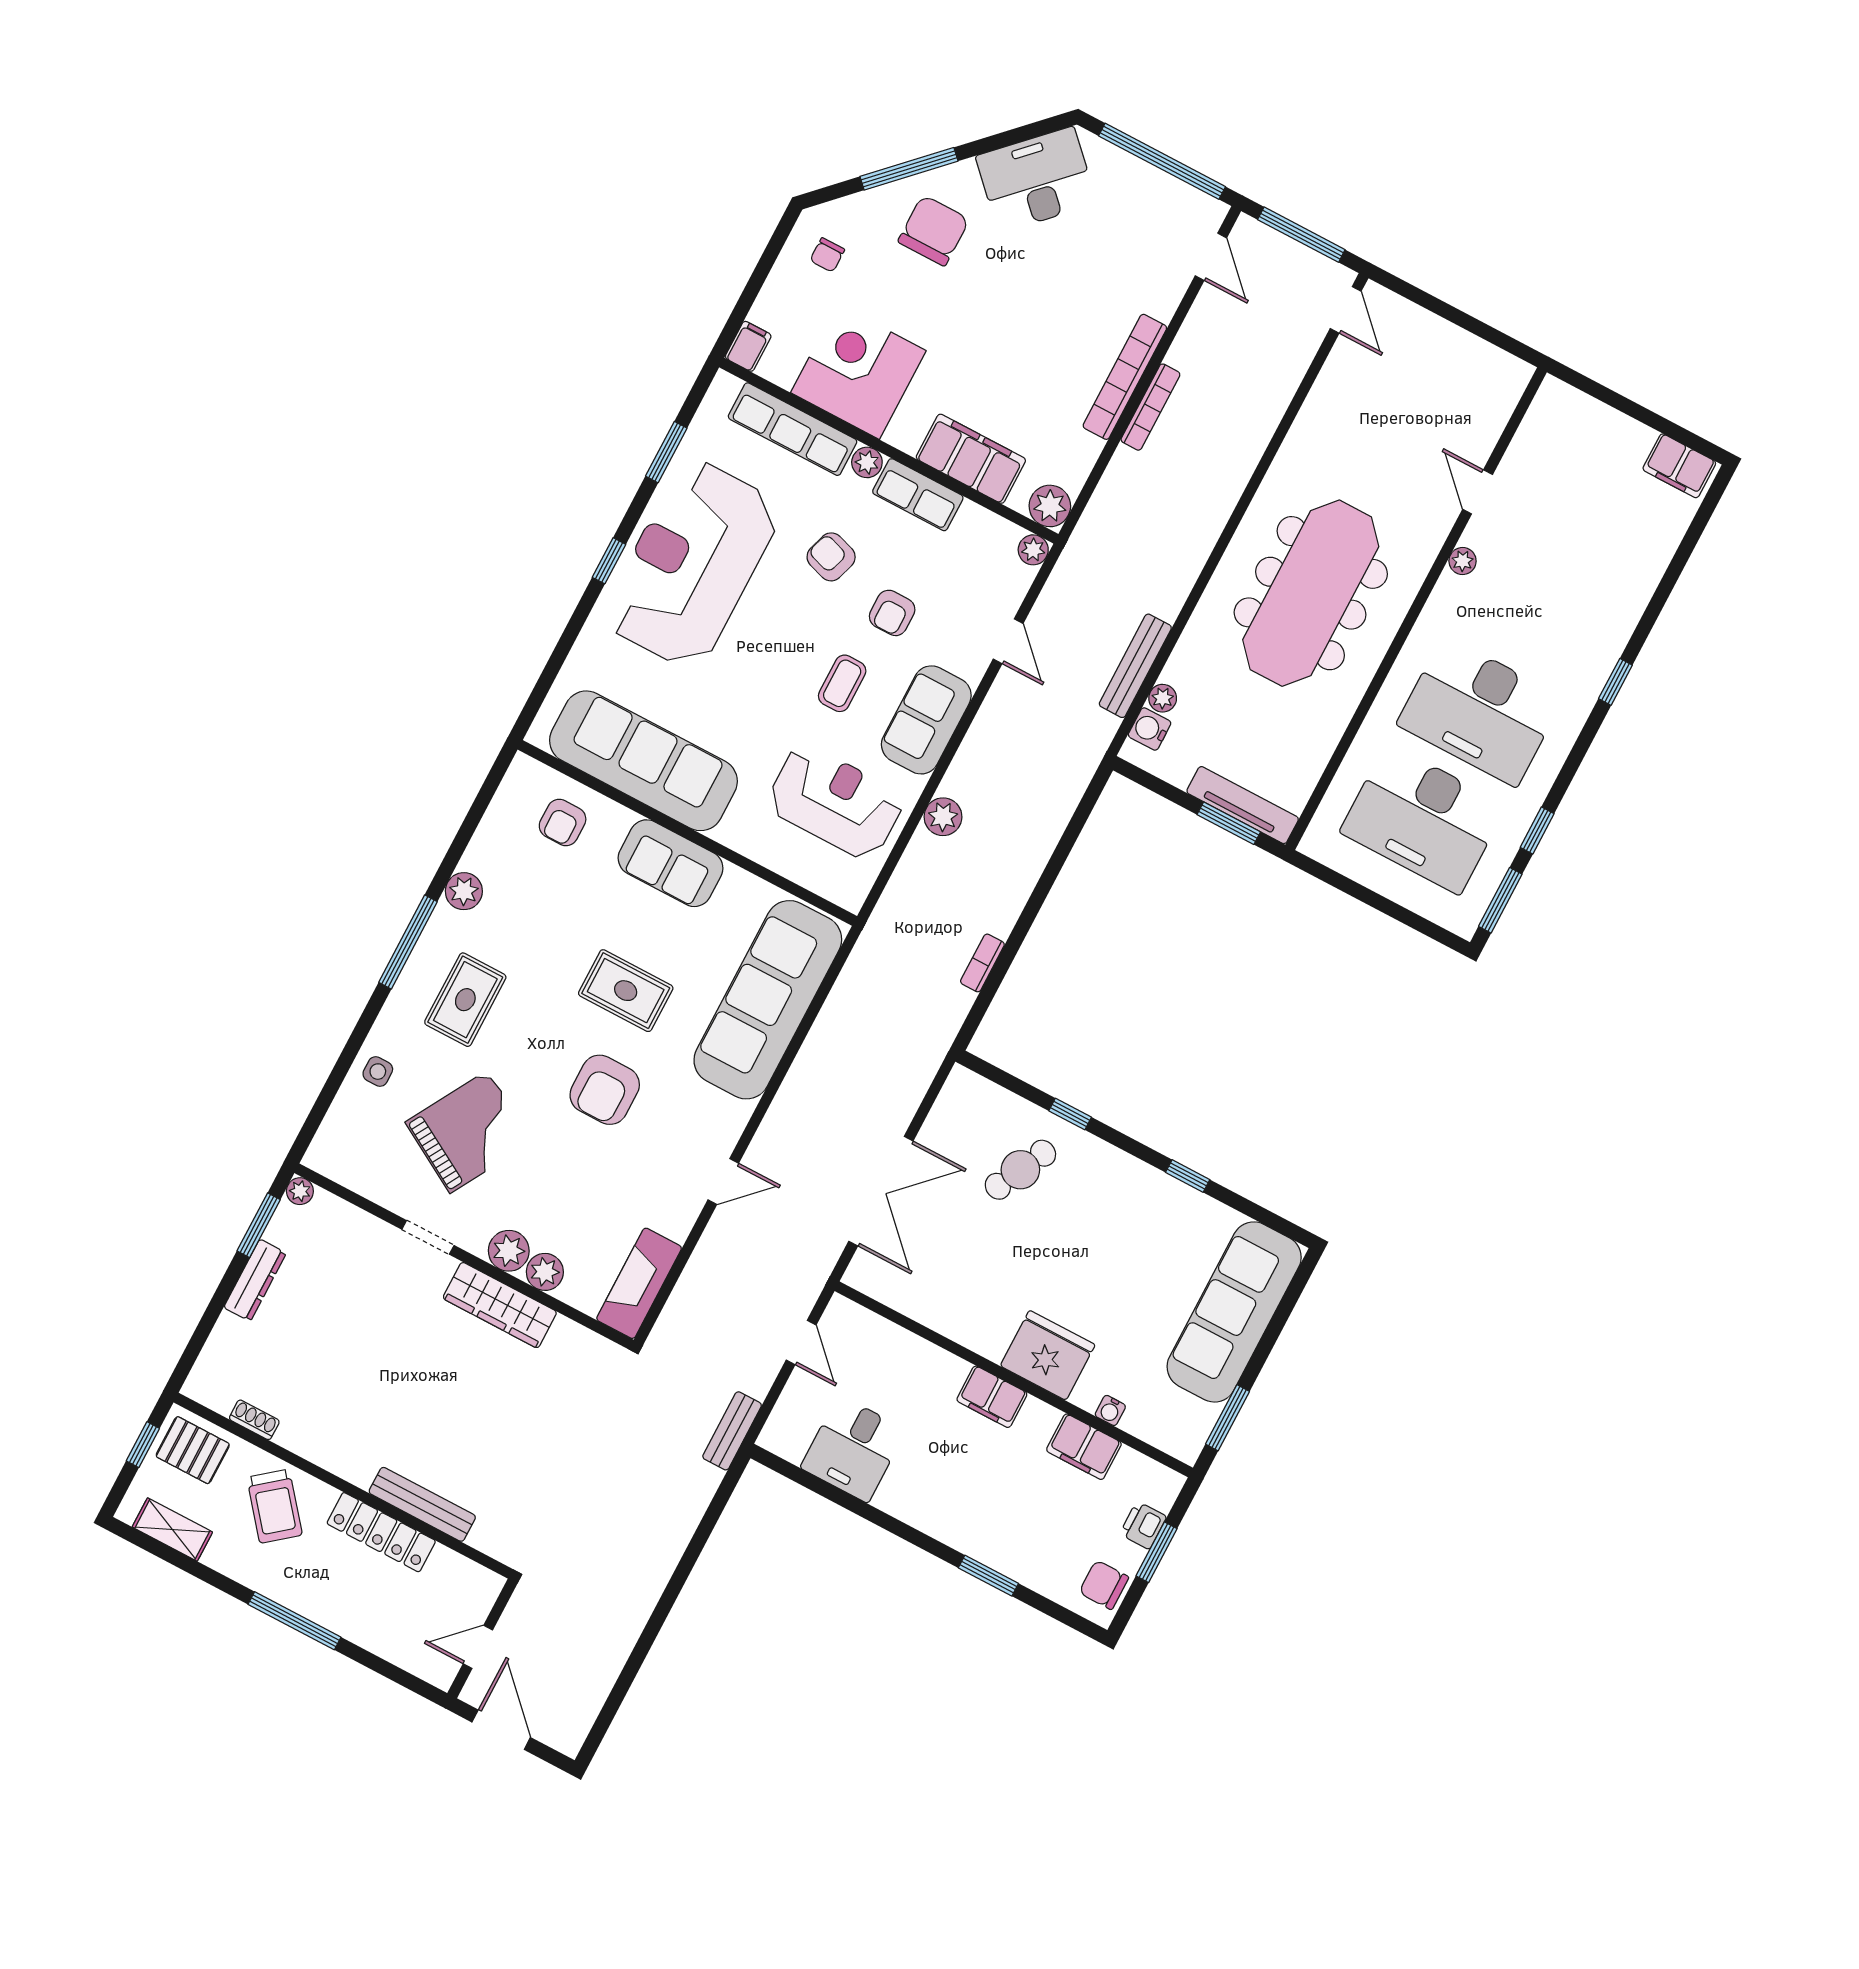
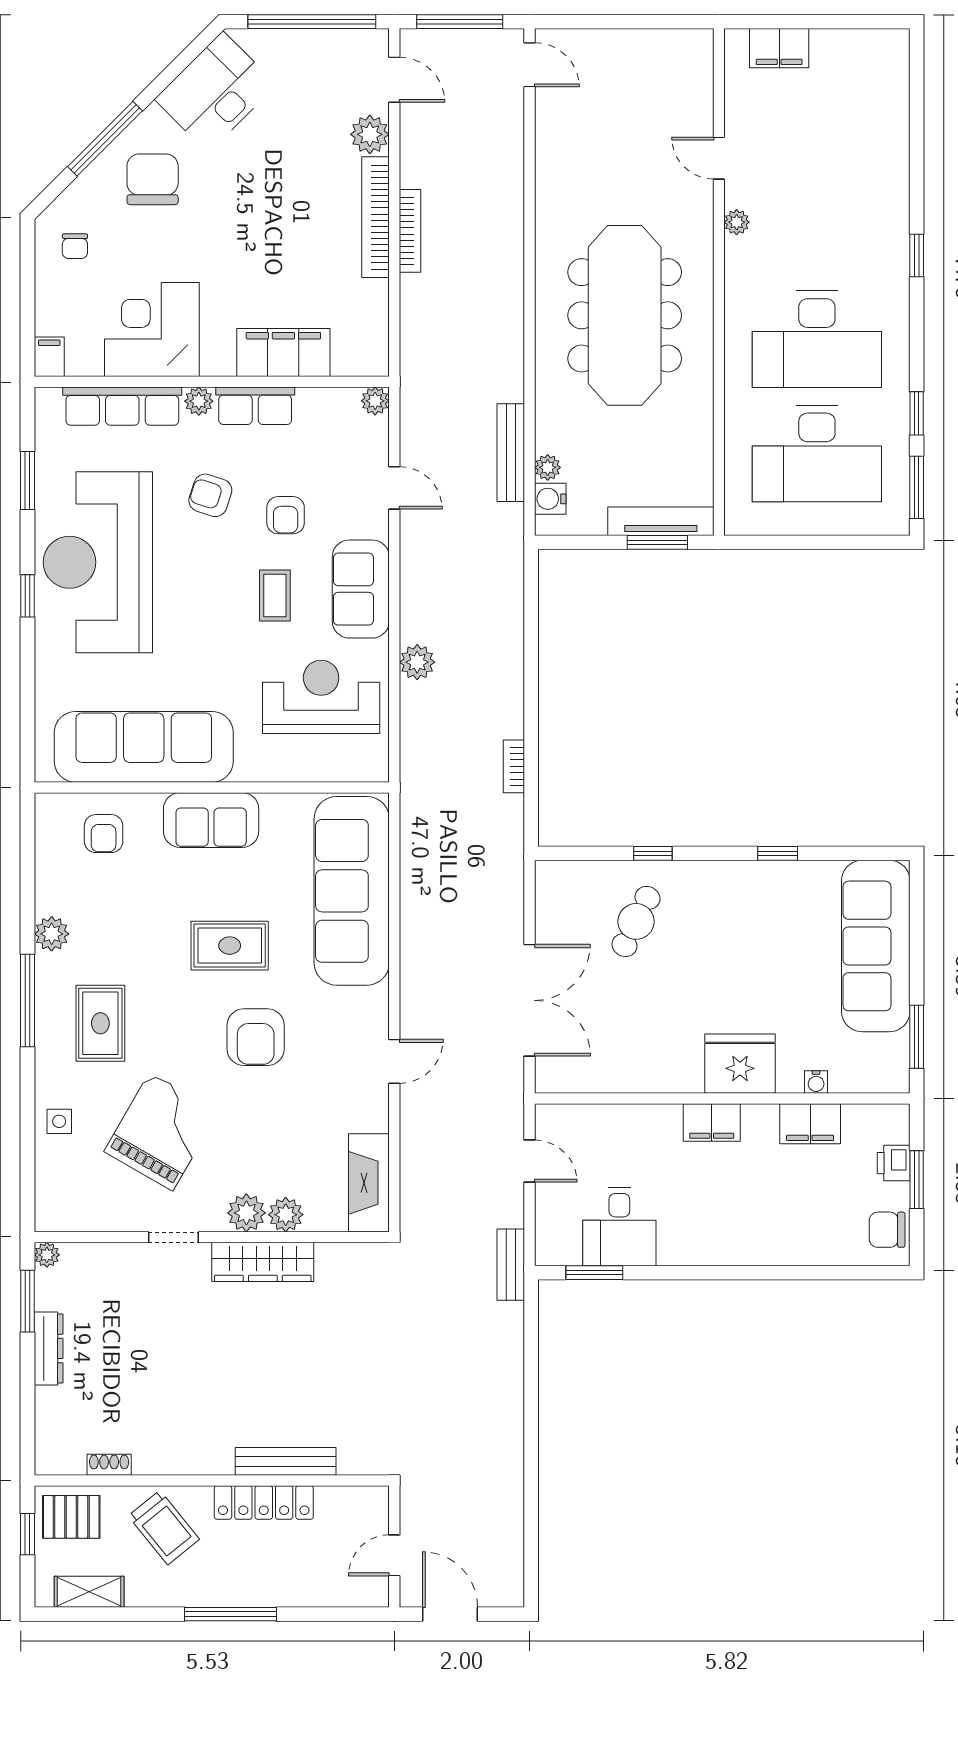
filing cabinet: (1679, 466) -> (779, 48), moved
plant: (1050, 506) -> (370, 134), moved
window: (988, 1576) -> (594, 1273), moved

